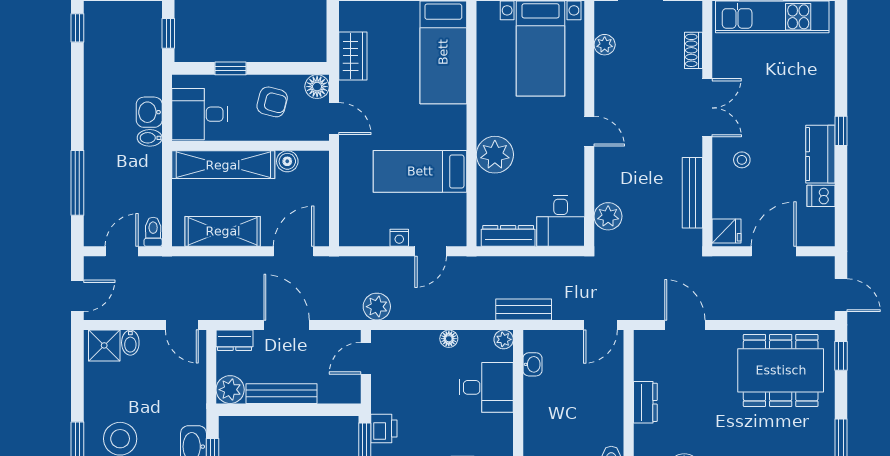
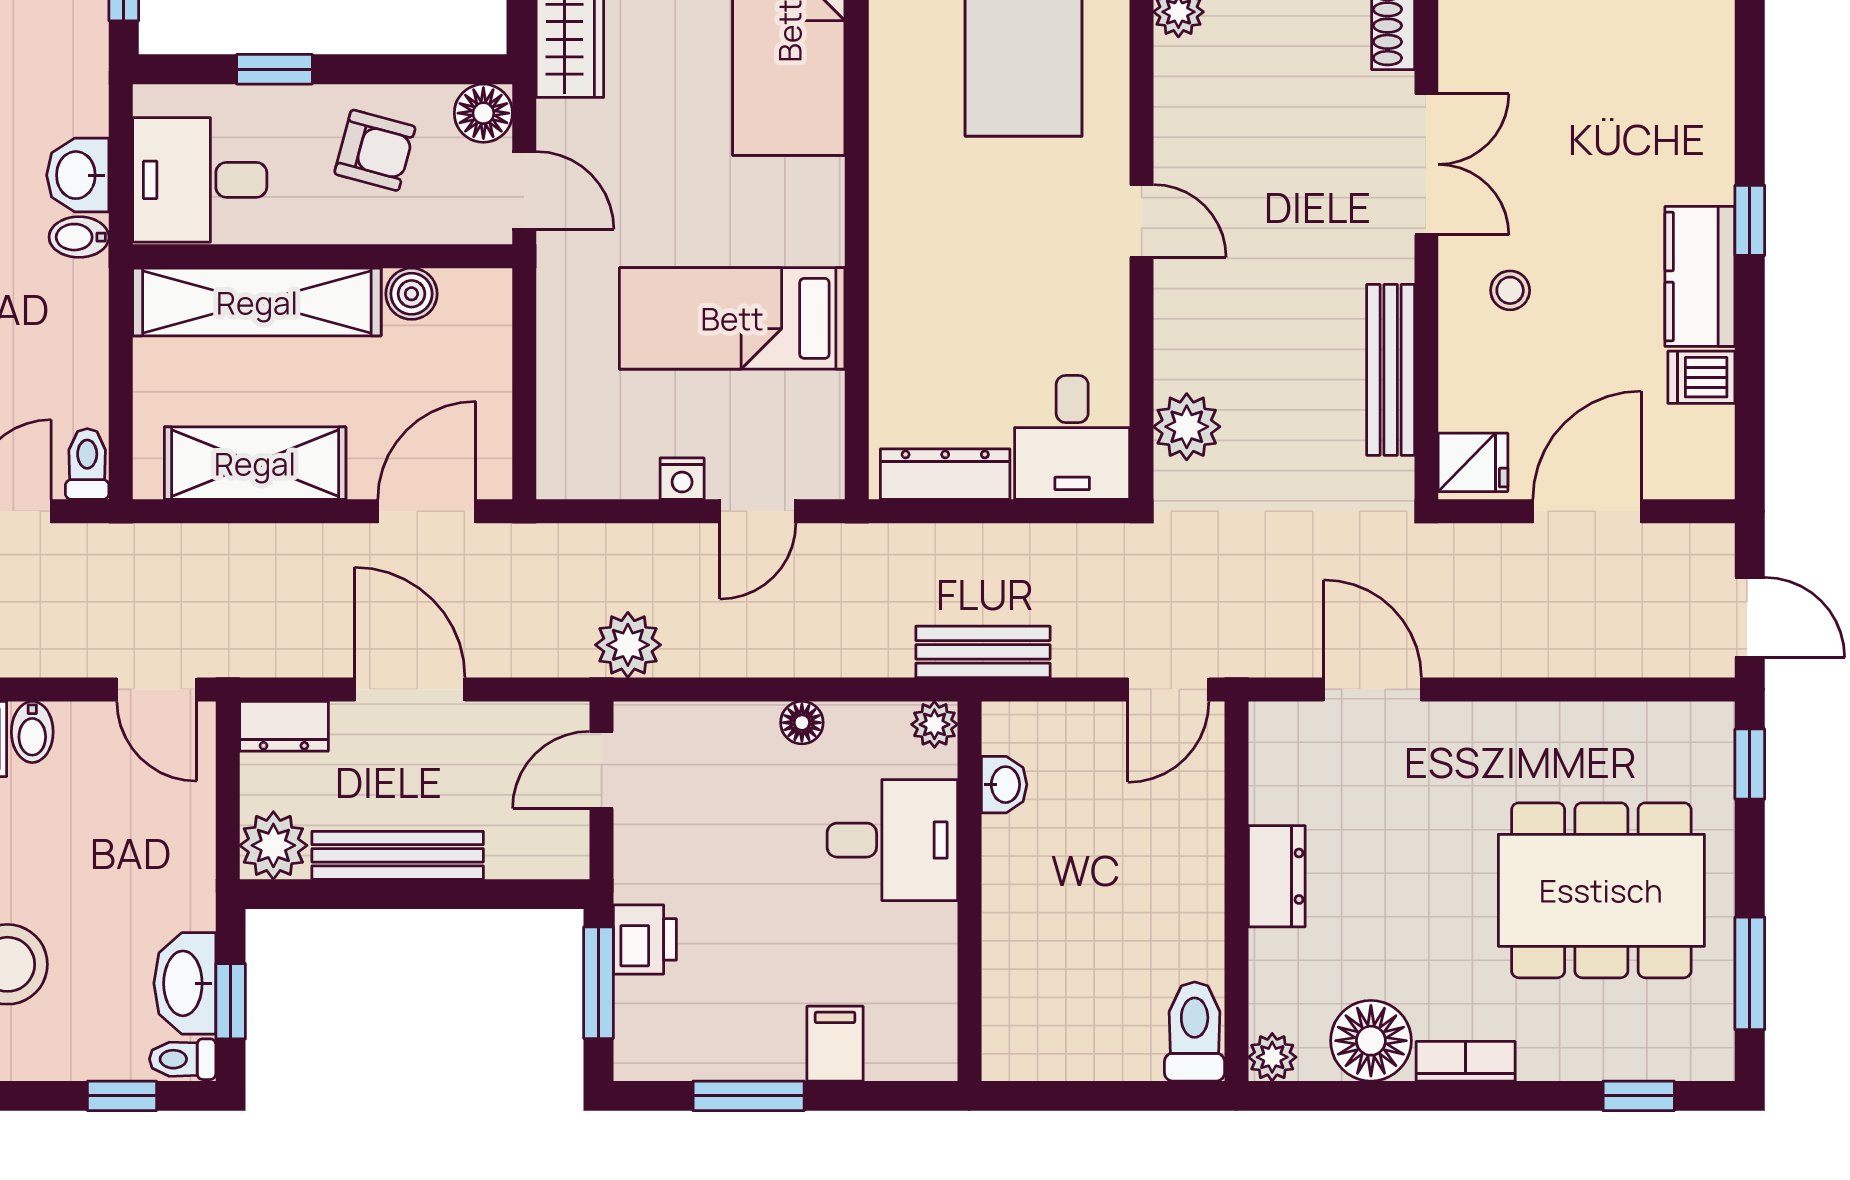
plant: (495, 155) -> (913, 278), removed
dining table: (781, 370) -> (1601, 890), moved

